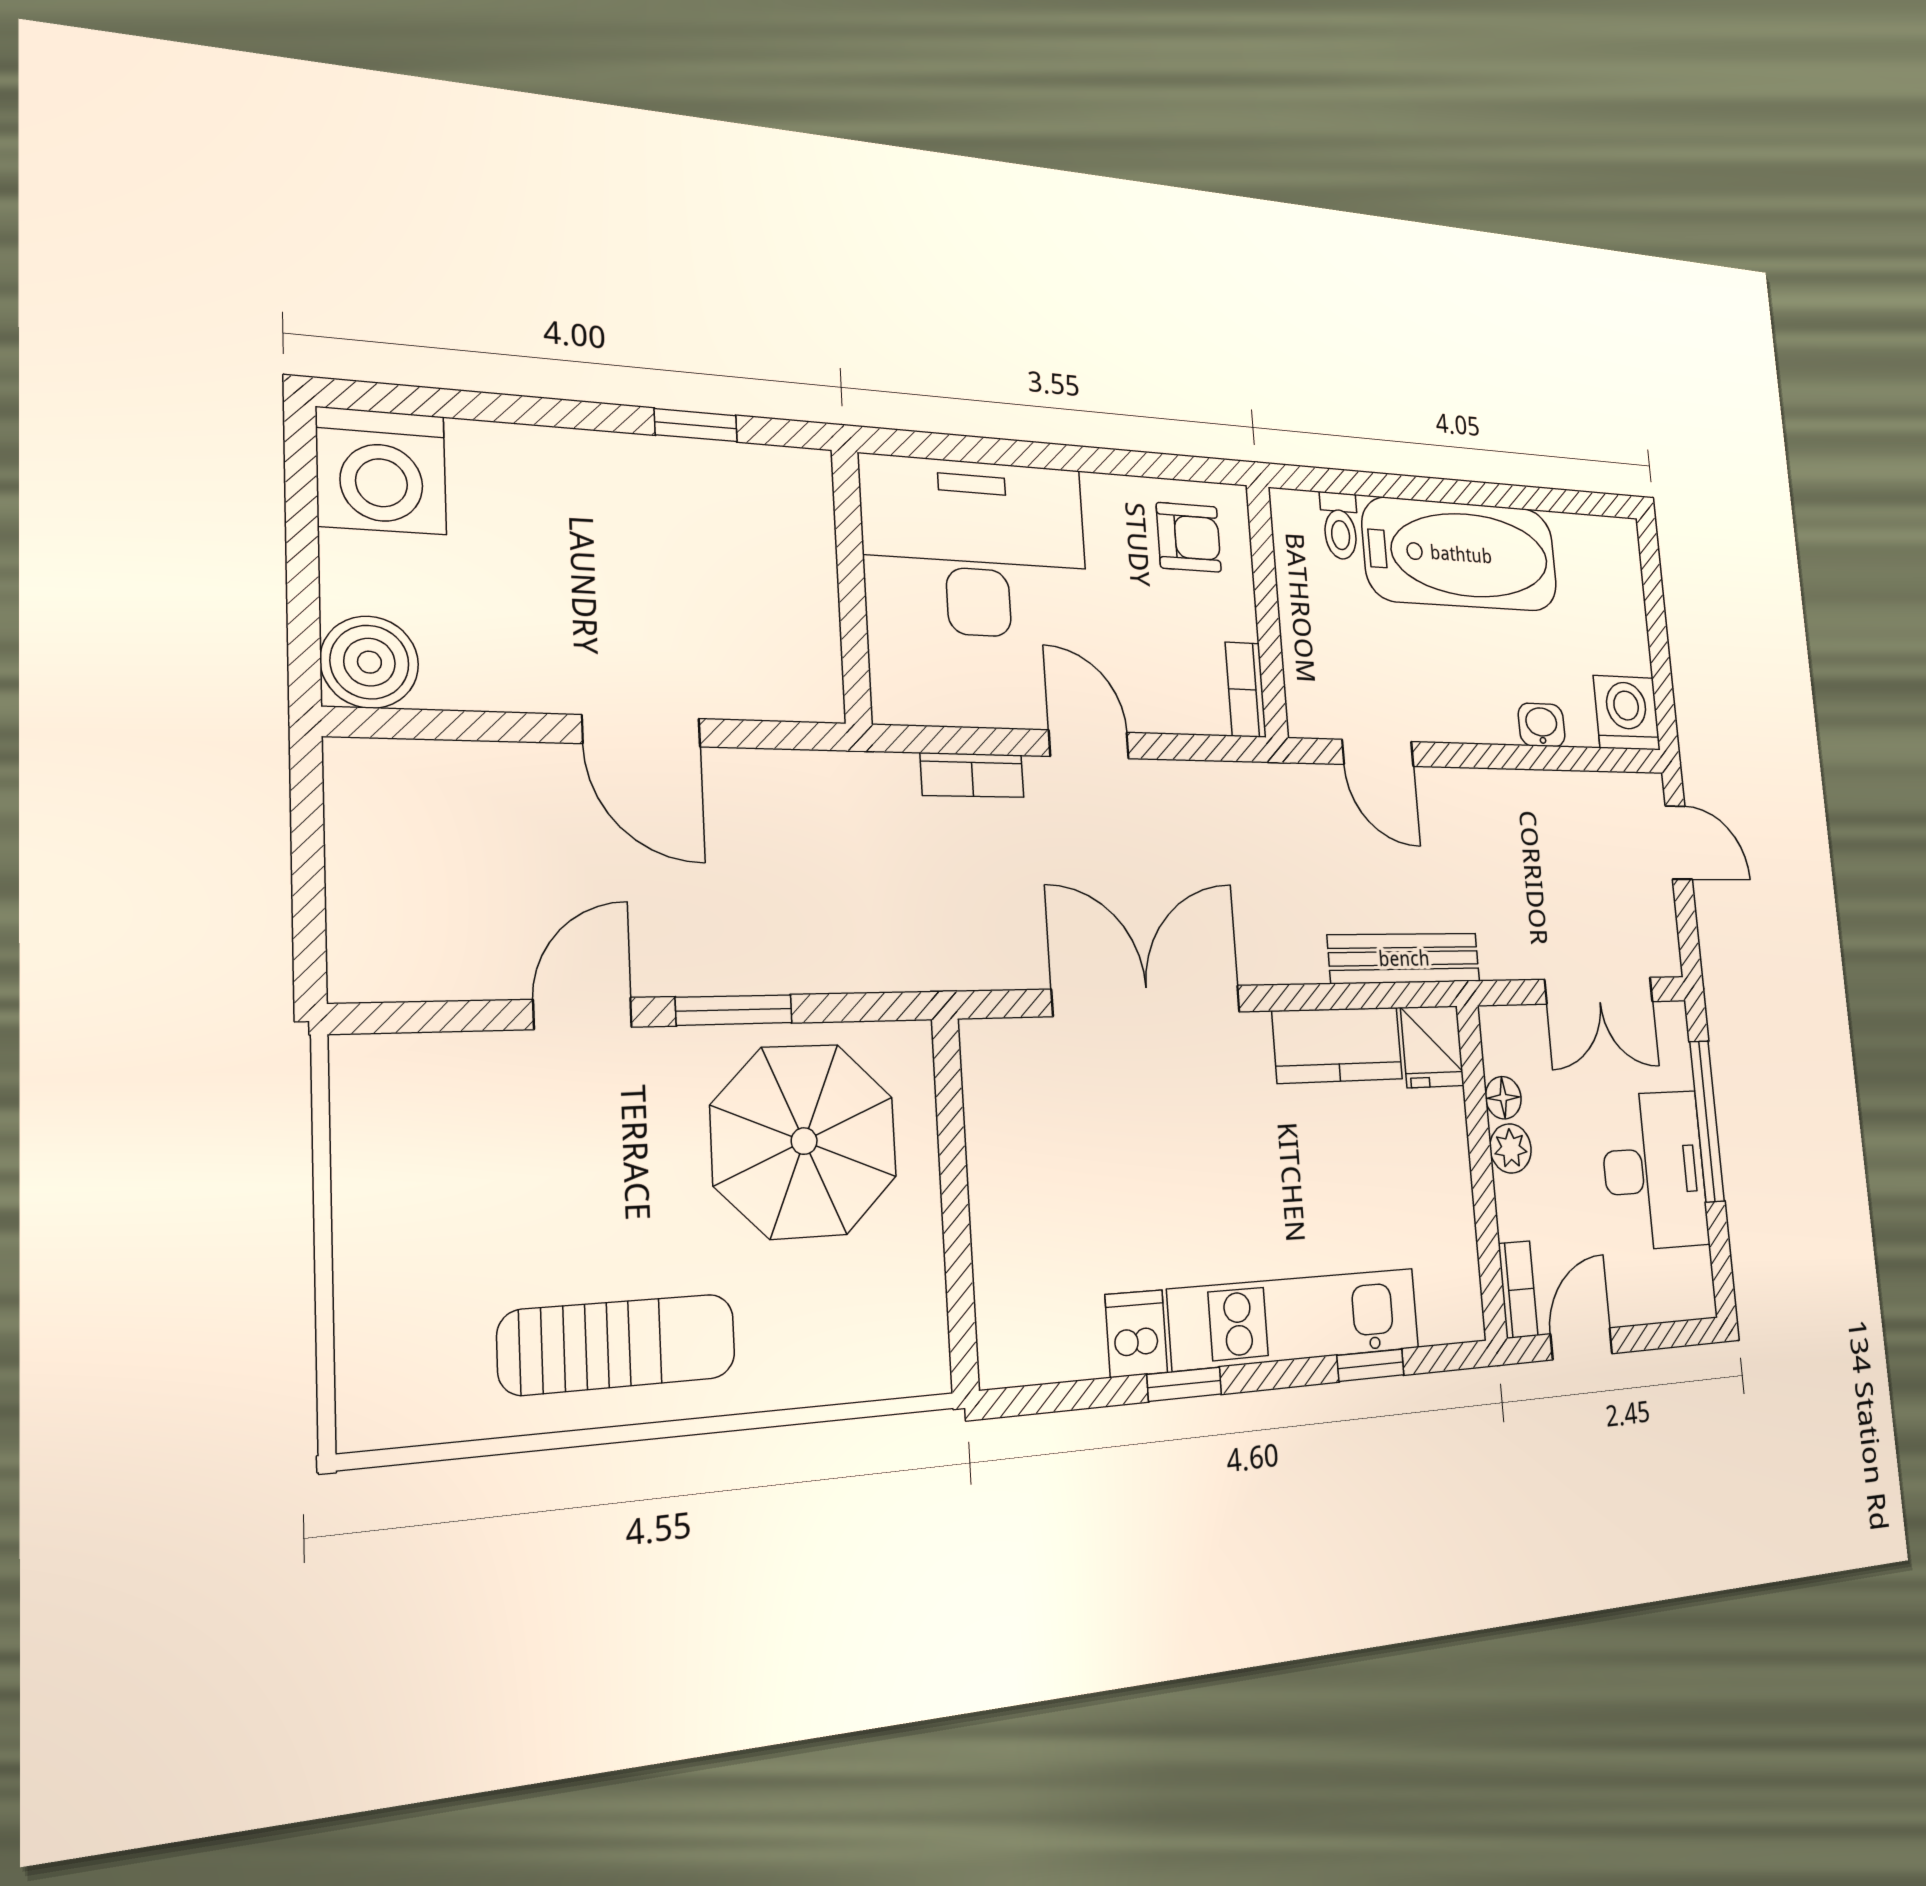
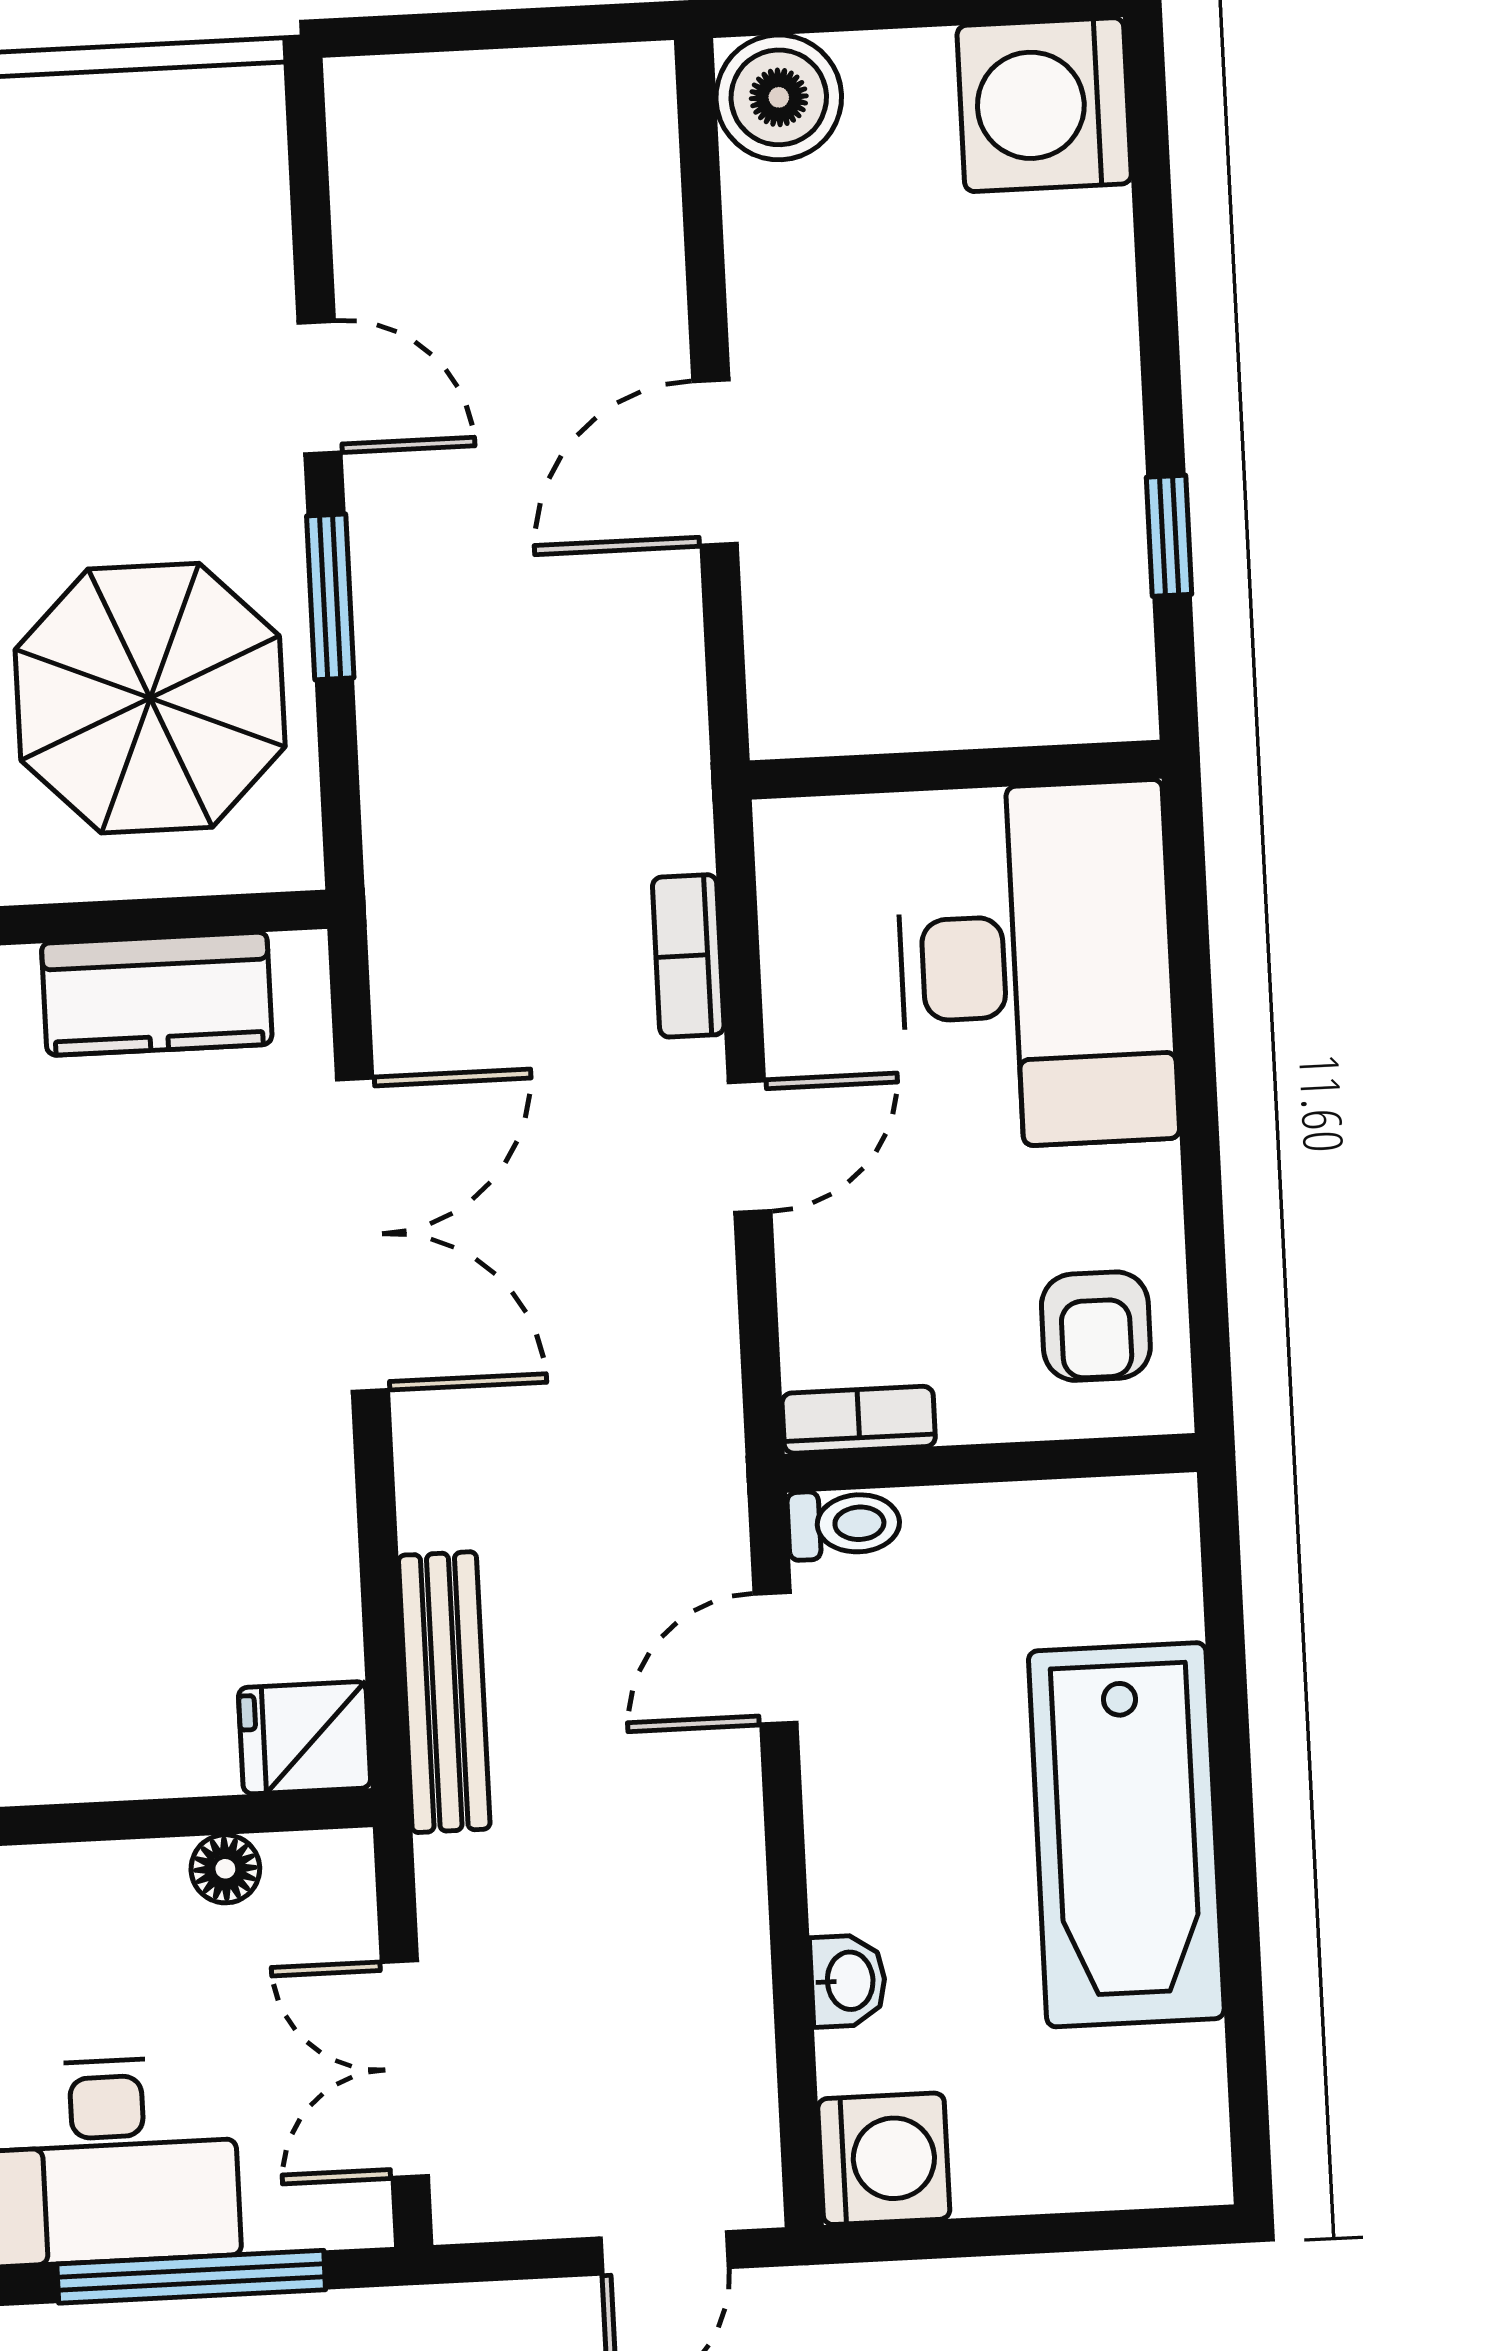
toilet: (1340, 526) -> (844, 1524), moved, turned 180
kitchen counter: (1338, 1045) -> (157, 994), moved, turned -90
plant: (1511, 1148) -> (144, 1878), removed

